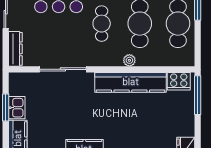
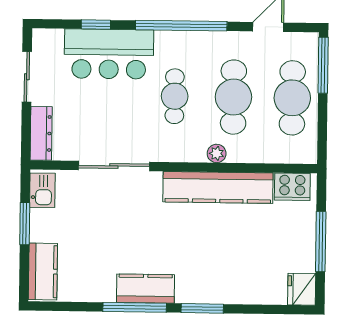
window: (198, 95) -> (321, 242), moved
kitchen sink: (17, 108) -> (42, 190), moved

